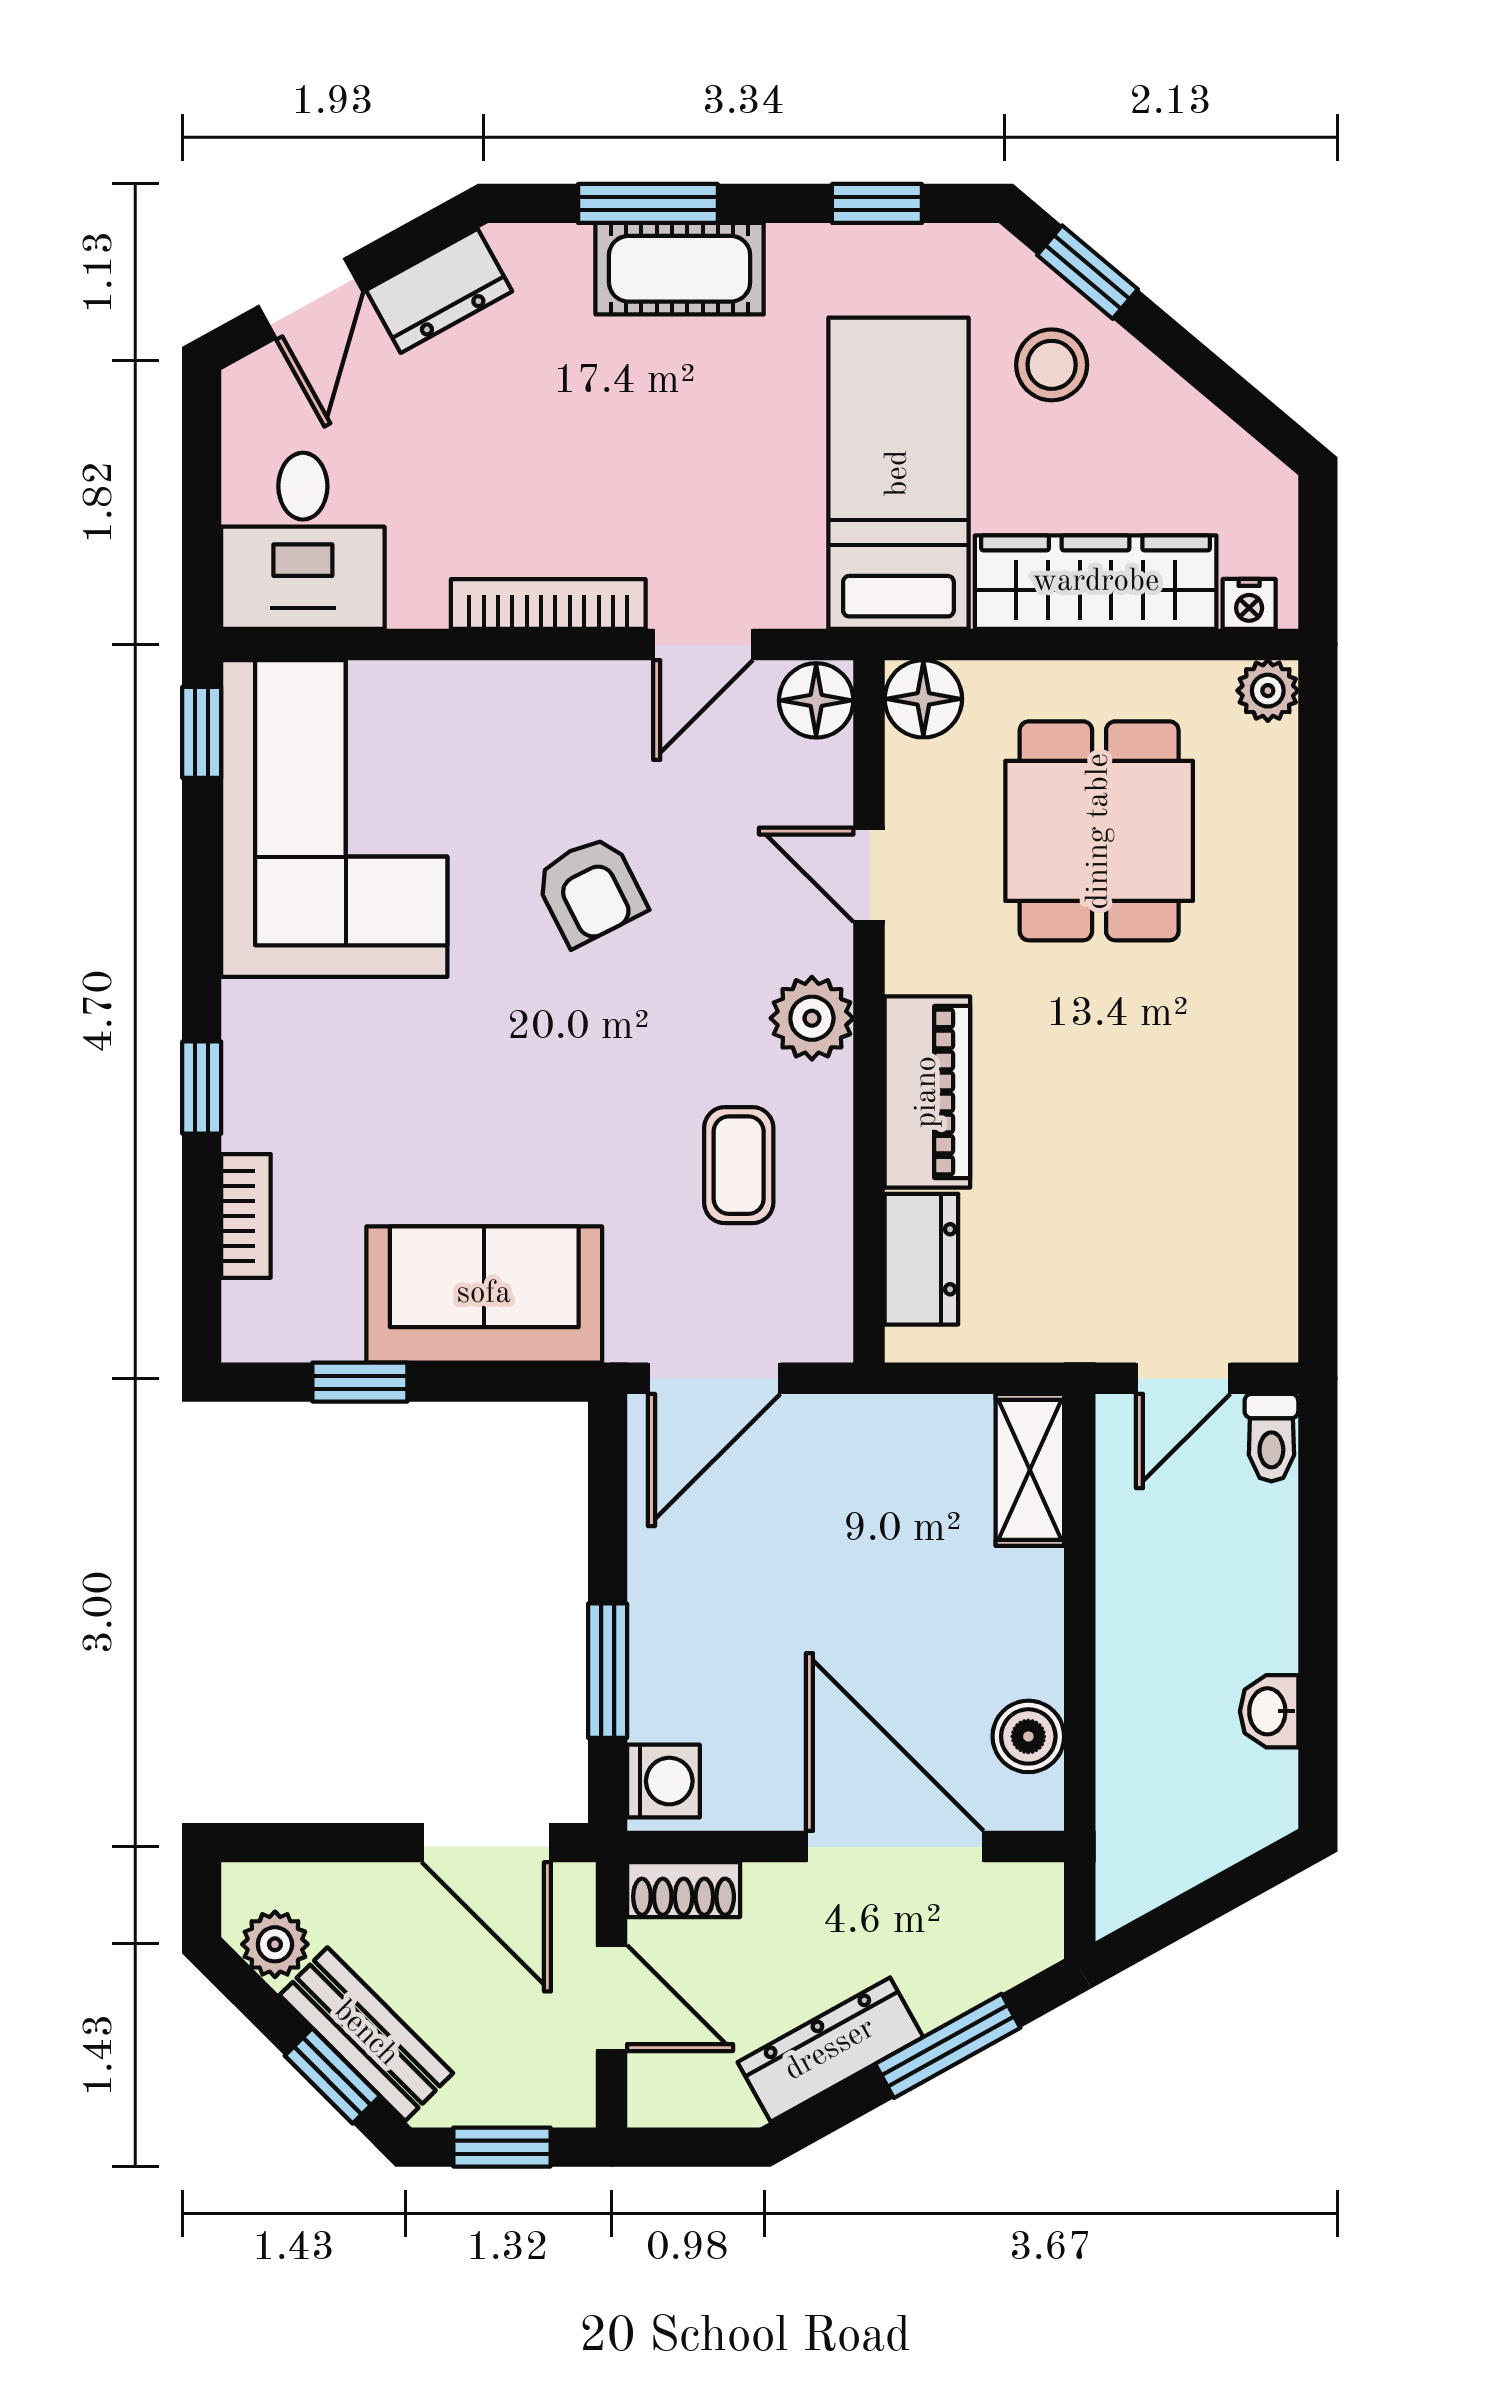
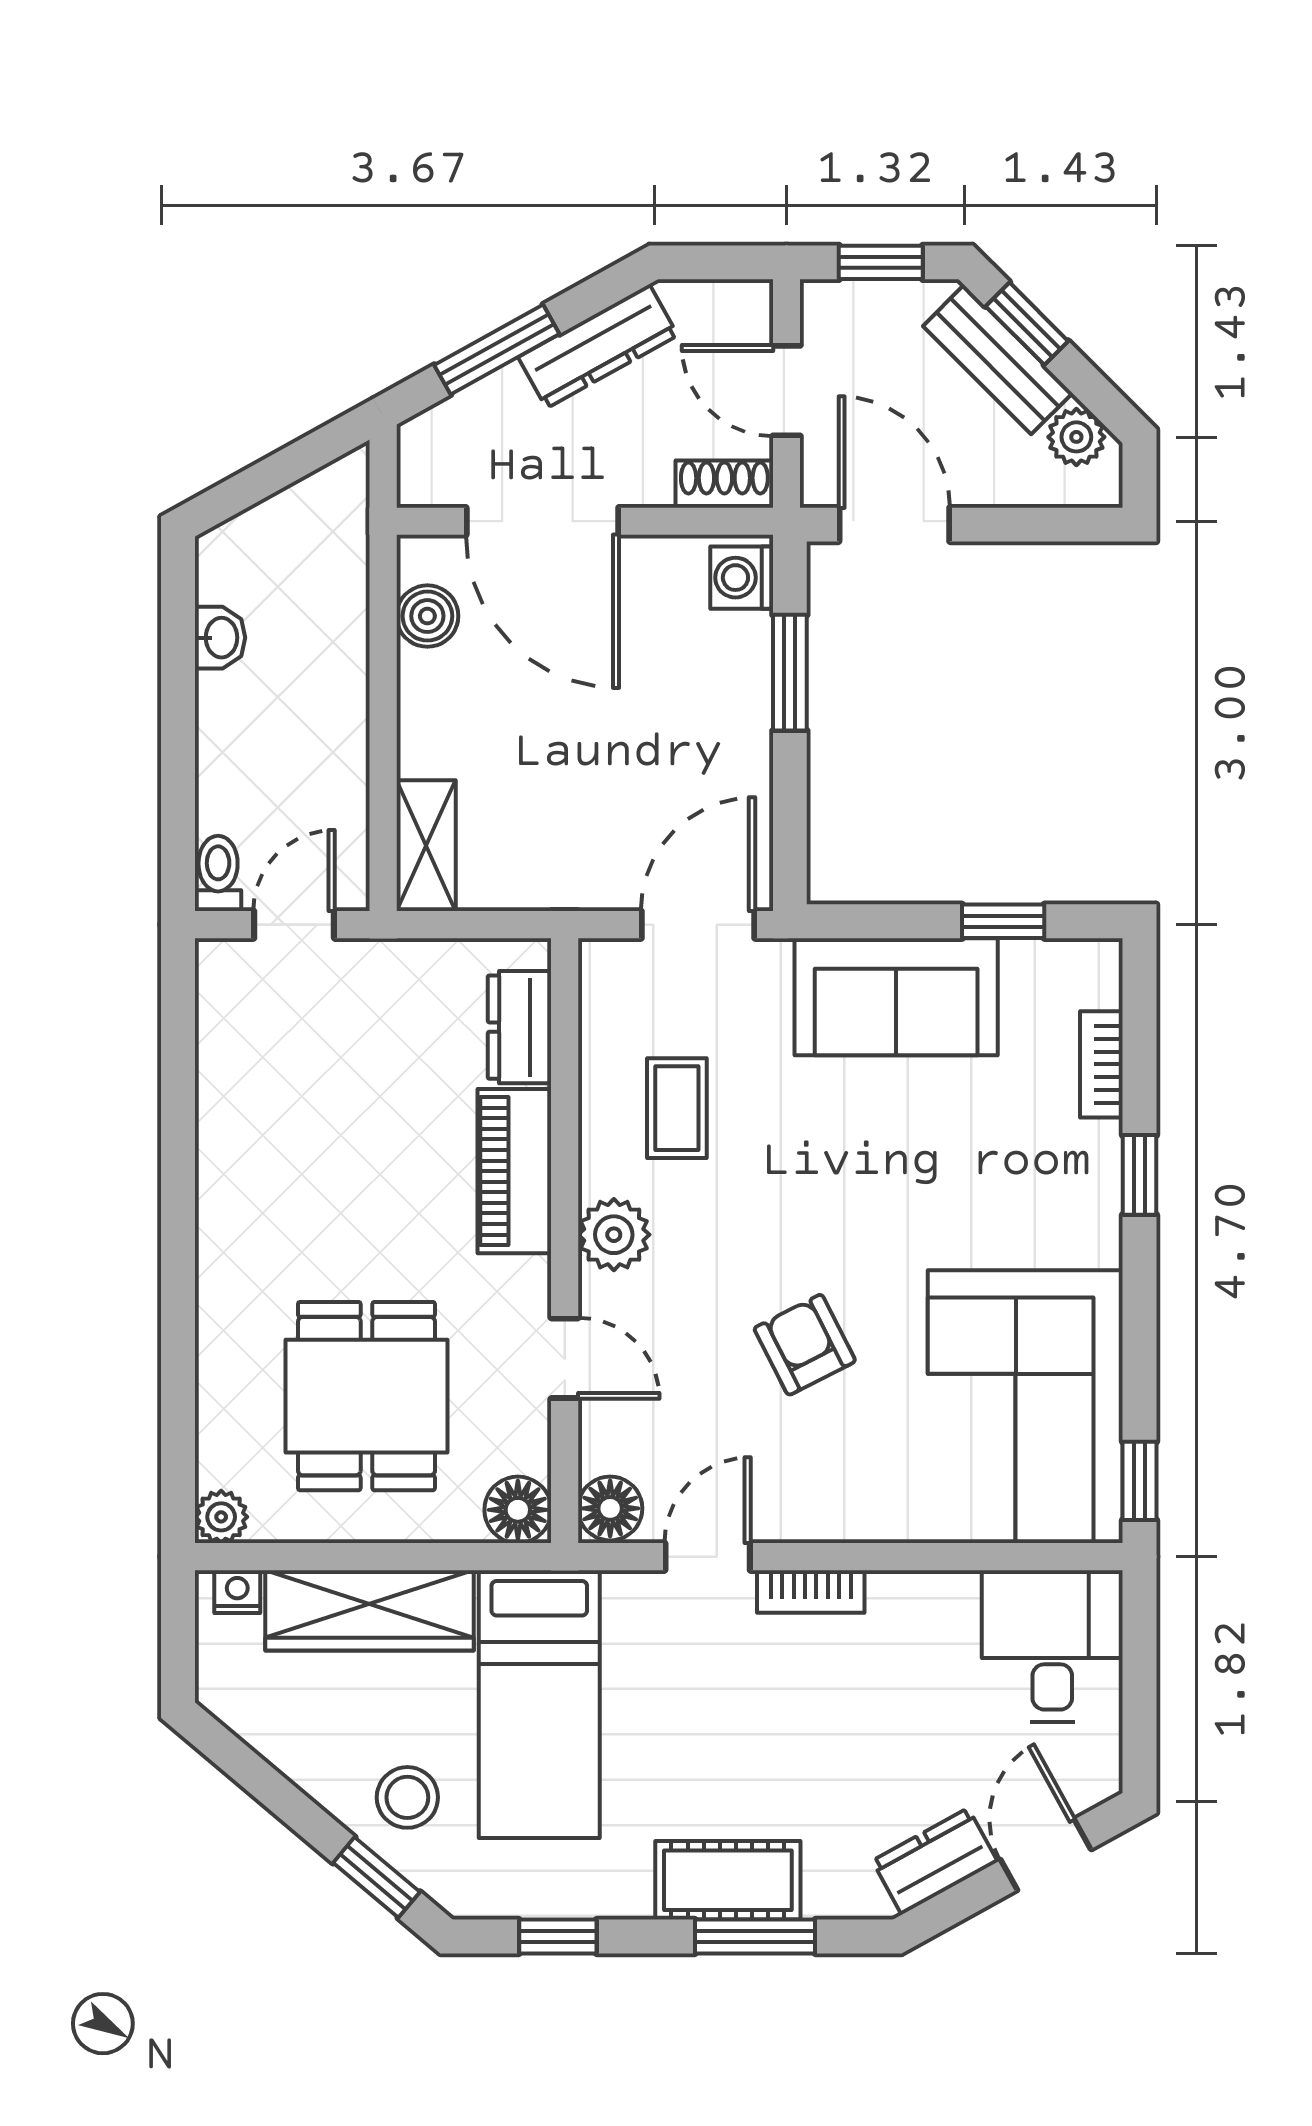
bookcase: (548, 604) -> (811, 1591), width x0.64

